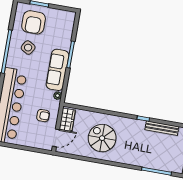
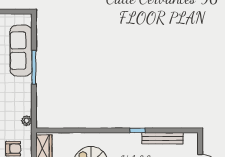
sofa: (57, 70) -> (21, 51), moved

